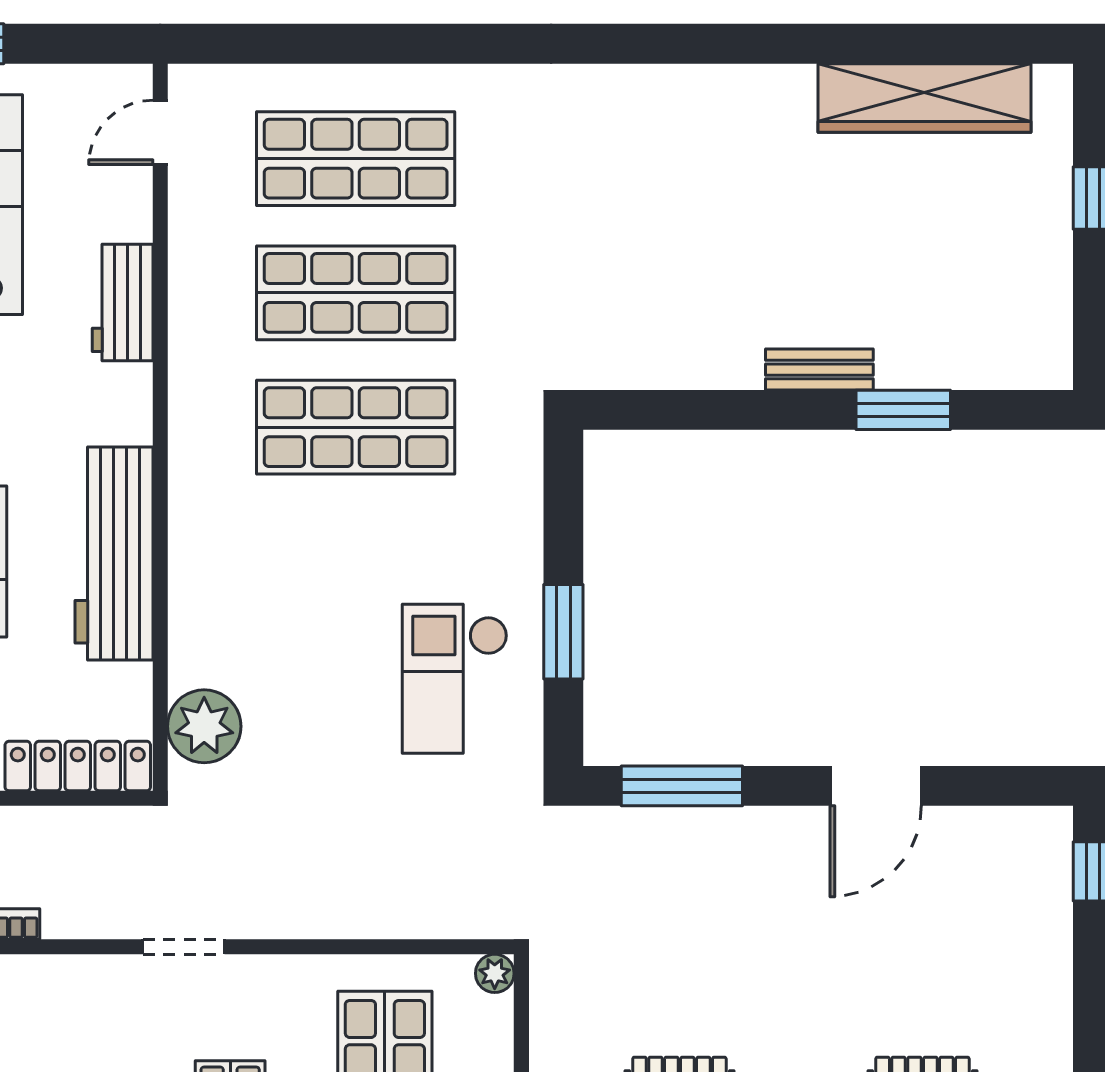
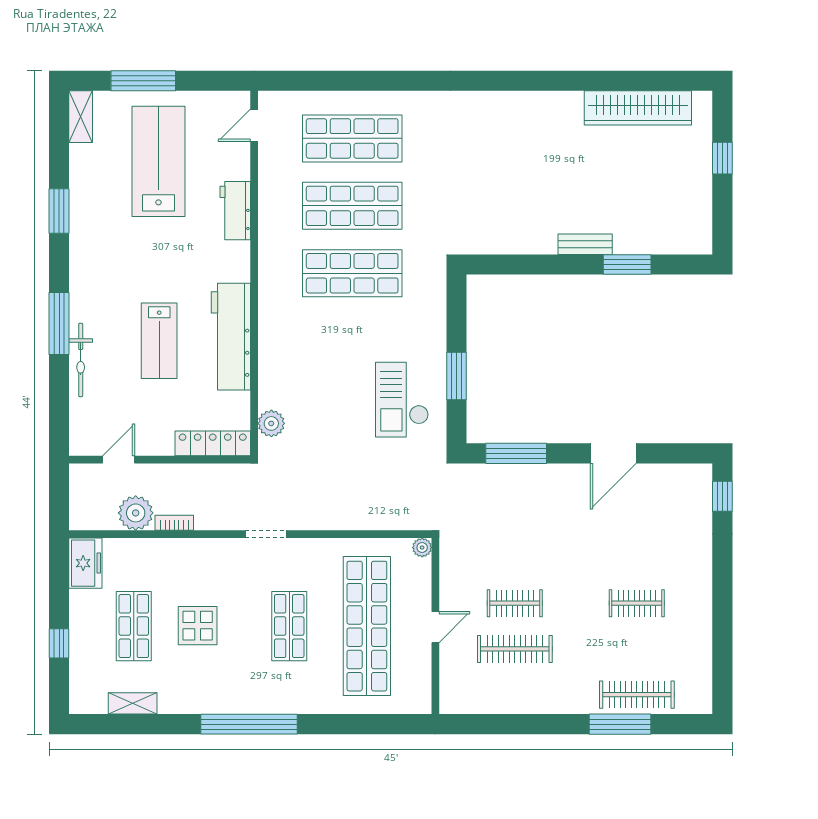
plant: (204, 726) -> (271, 423), width x0.73, depth x0.73

